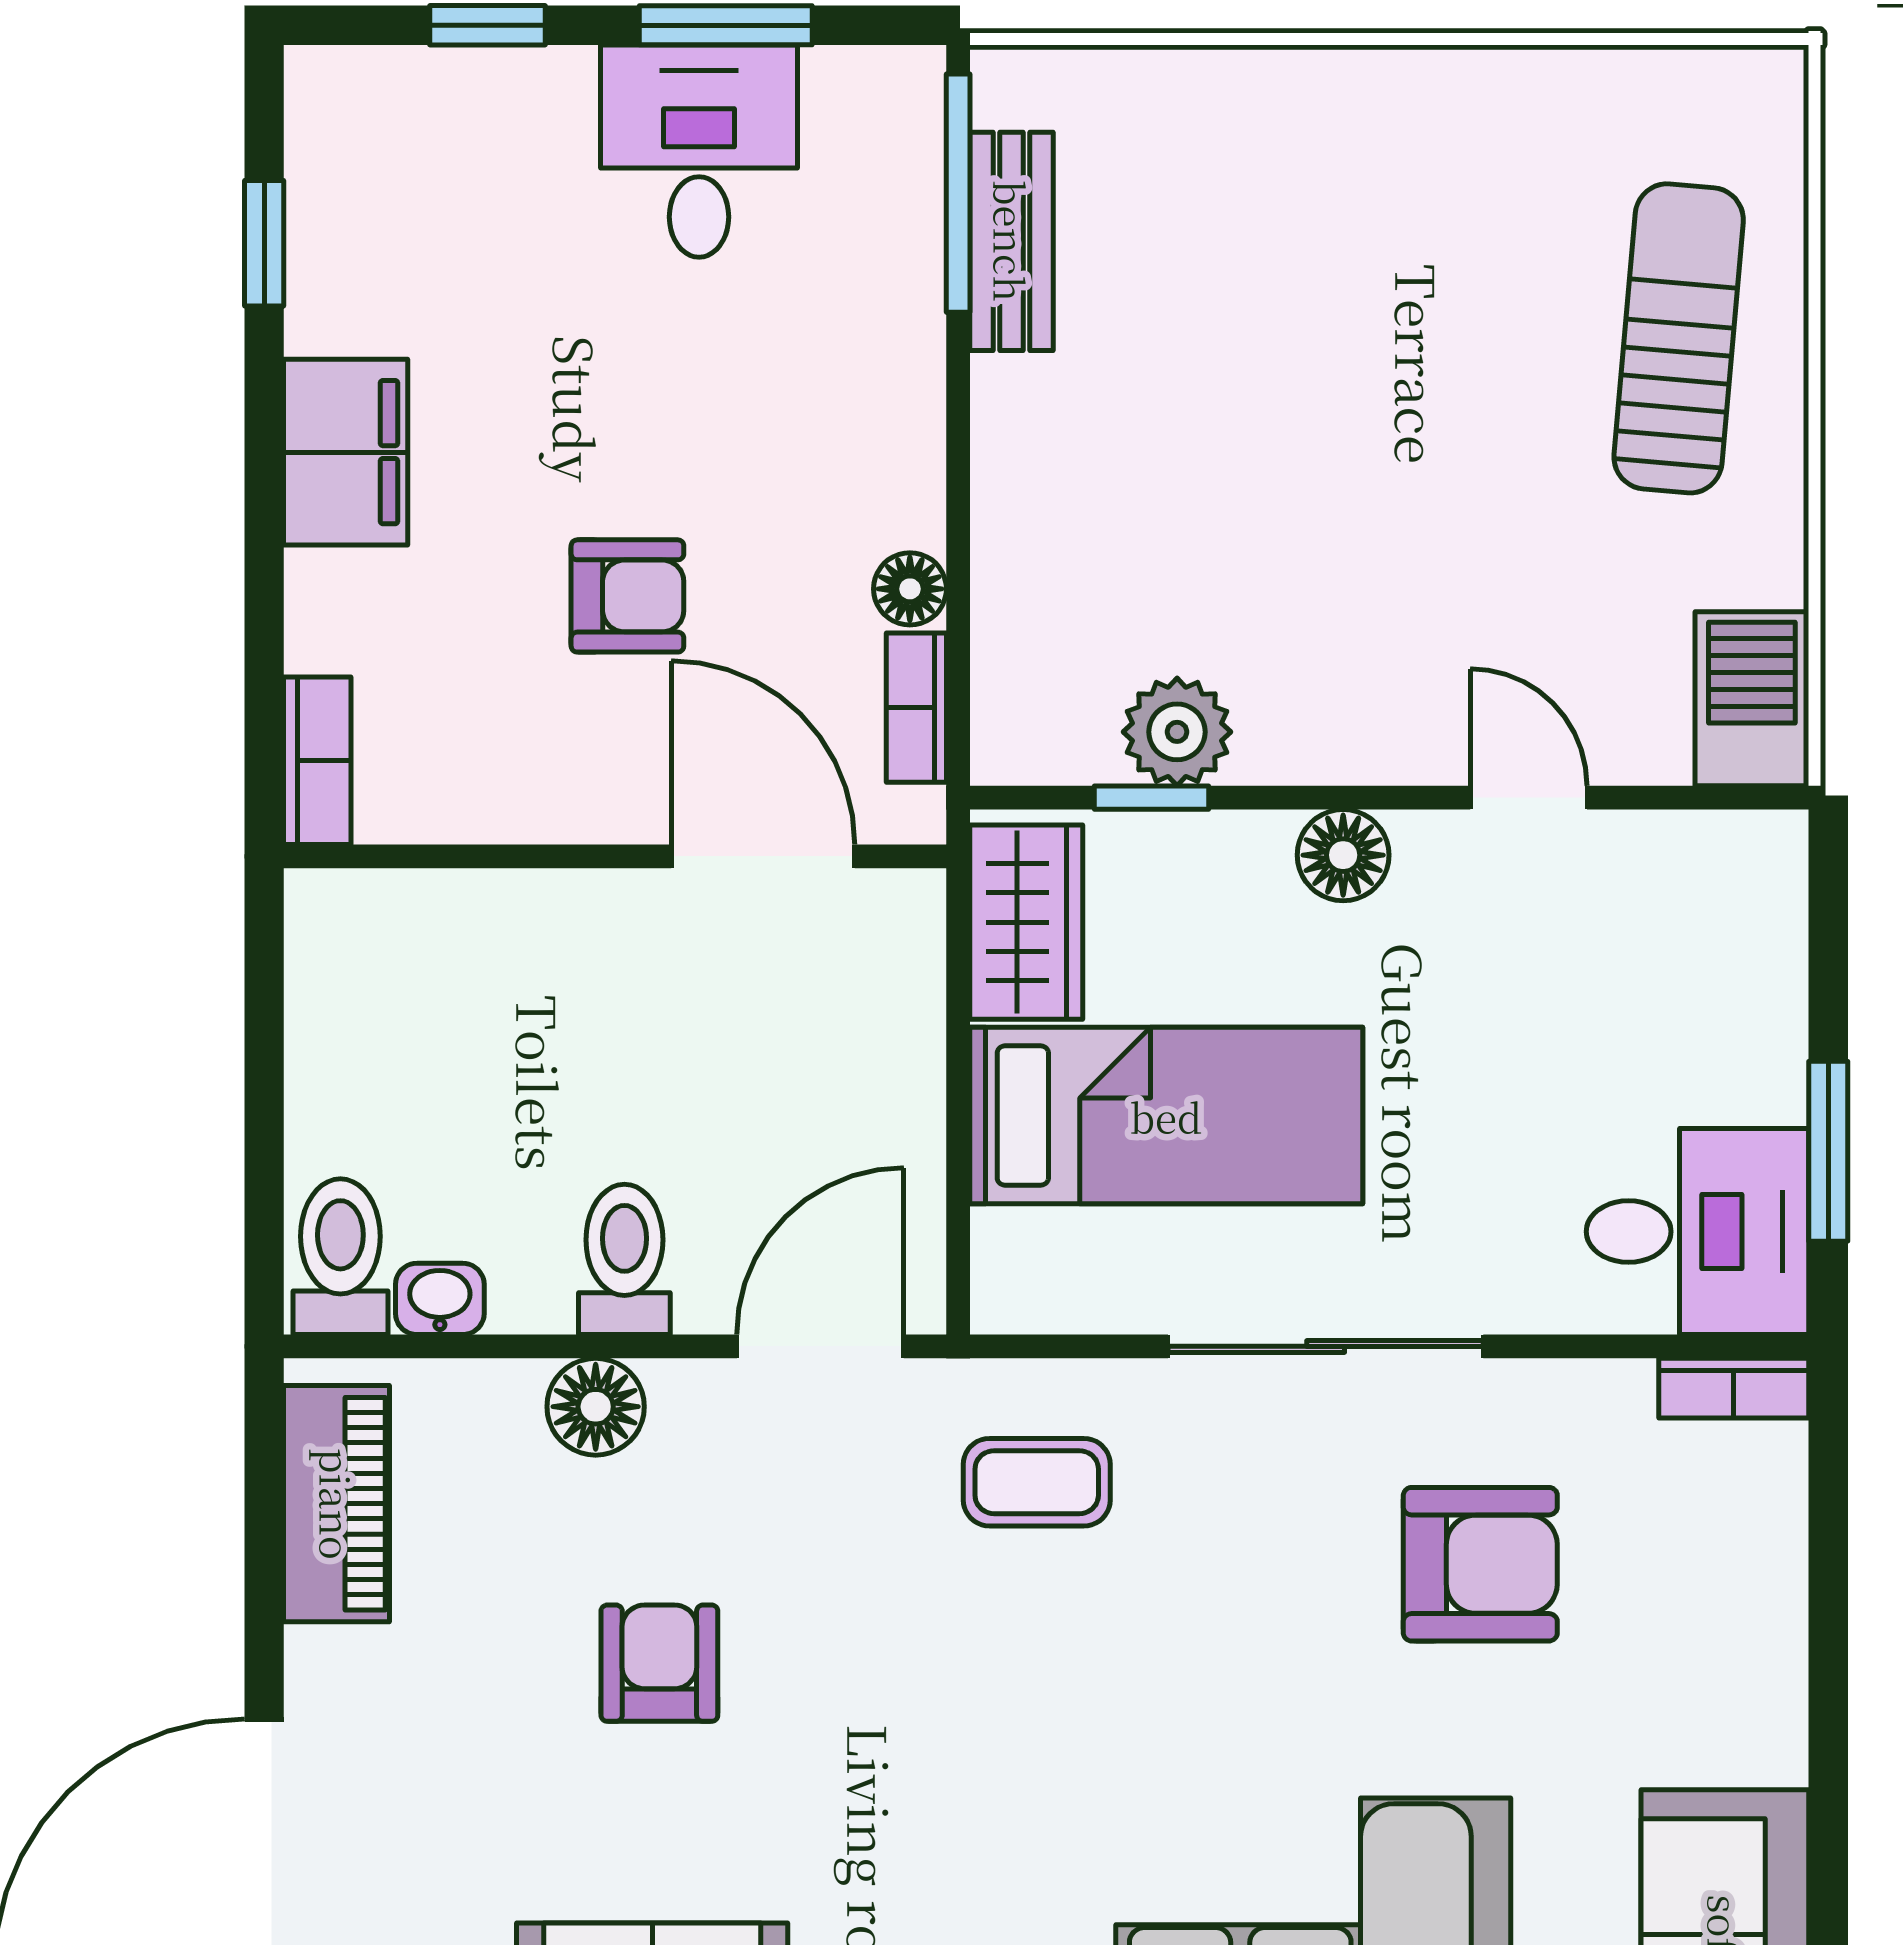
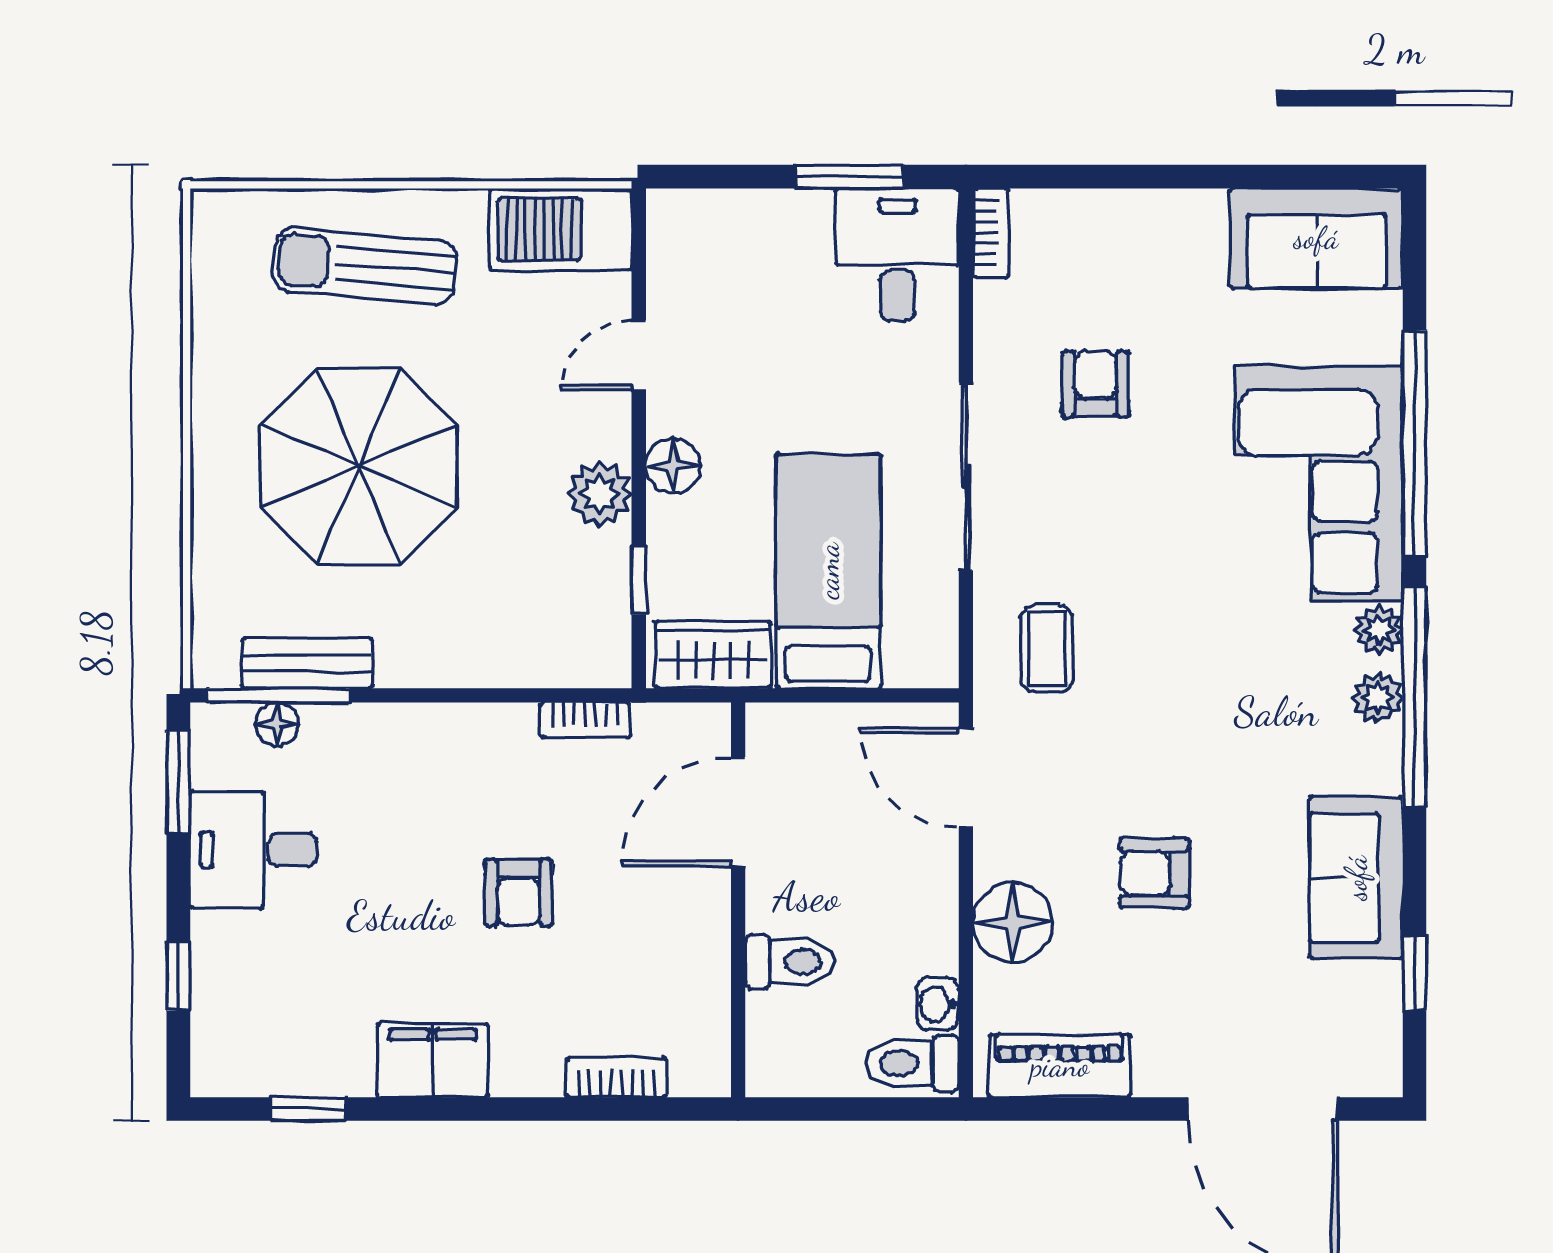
window: (726, 25) -> (178, 782), moved
parasol: (1342, 328) -> (359, 466), added
floor lamp: (910, 589) -> (277, 724), moved
armchair: (627, 596) -> (519, 892), turned 180
barbecue: (1752, 699) -> (561, 229), width x1.37, depth x1.21
plant: (1177, 732) -> (600, 494), moved
wall: (615, 856) -> (738, 900), moved
door: (763, 856) -> (738, 812), moved
toilet: (624, 1259) -> (790, 962), moved, turned 180
floor lamp: (596, 1407) -> (1013, 922), width x1.38, depth x1.38
armchair: (1480, 1564) -> (1096, 384), width x0.72, depth x0.72

